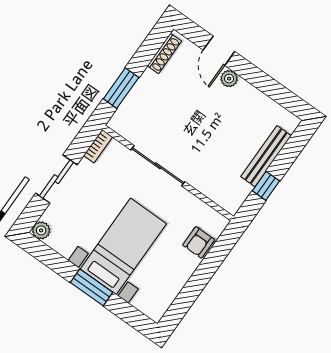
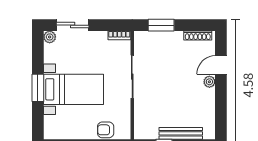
sliding door: (56, 179) -> (73, 25), moved

